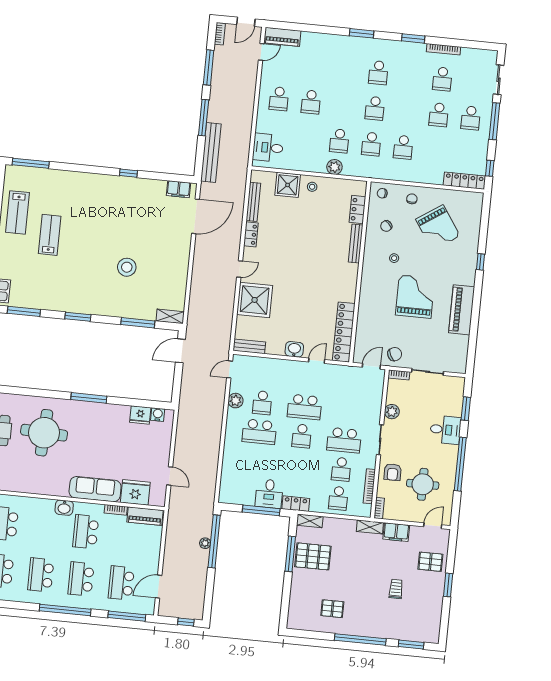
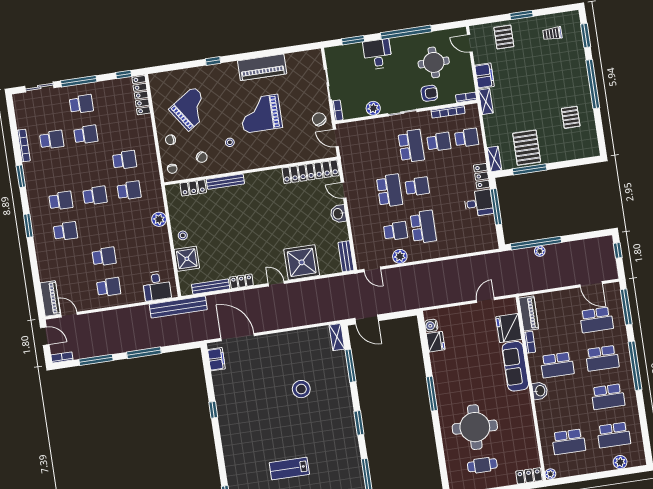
school desk: (339, 141) -> (65, 231), moved
bench: (211, 153) -> (178, 307), moved
trolley: (396, 589) -> (552, 33), moved

